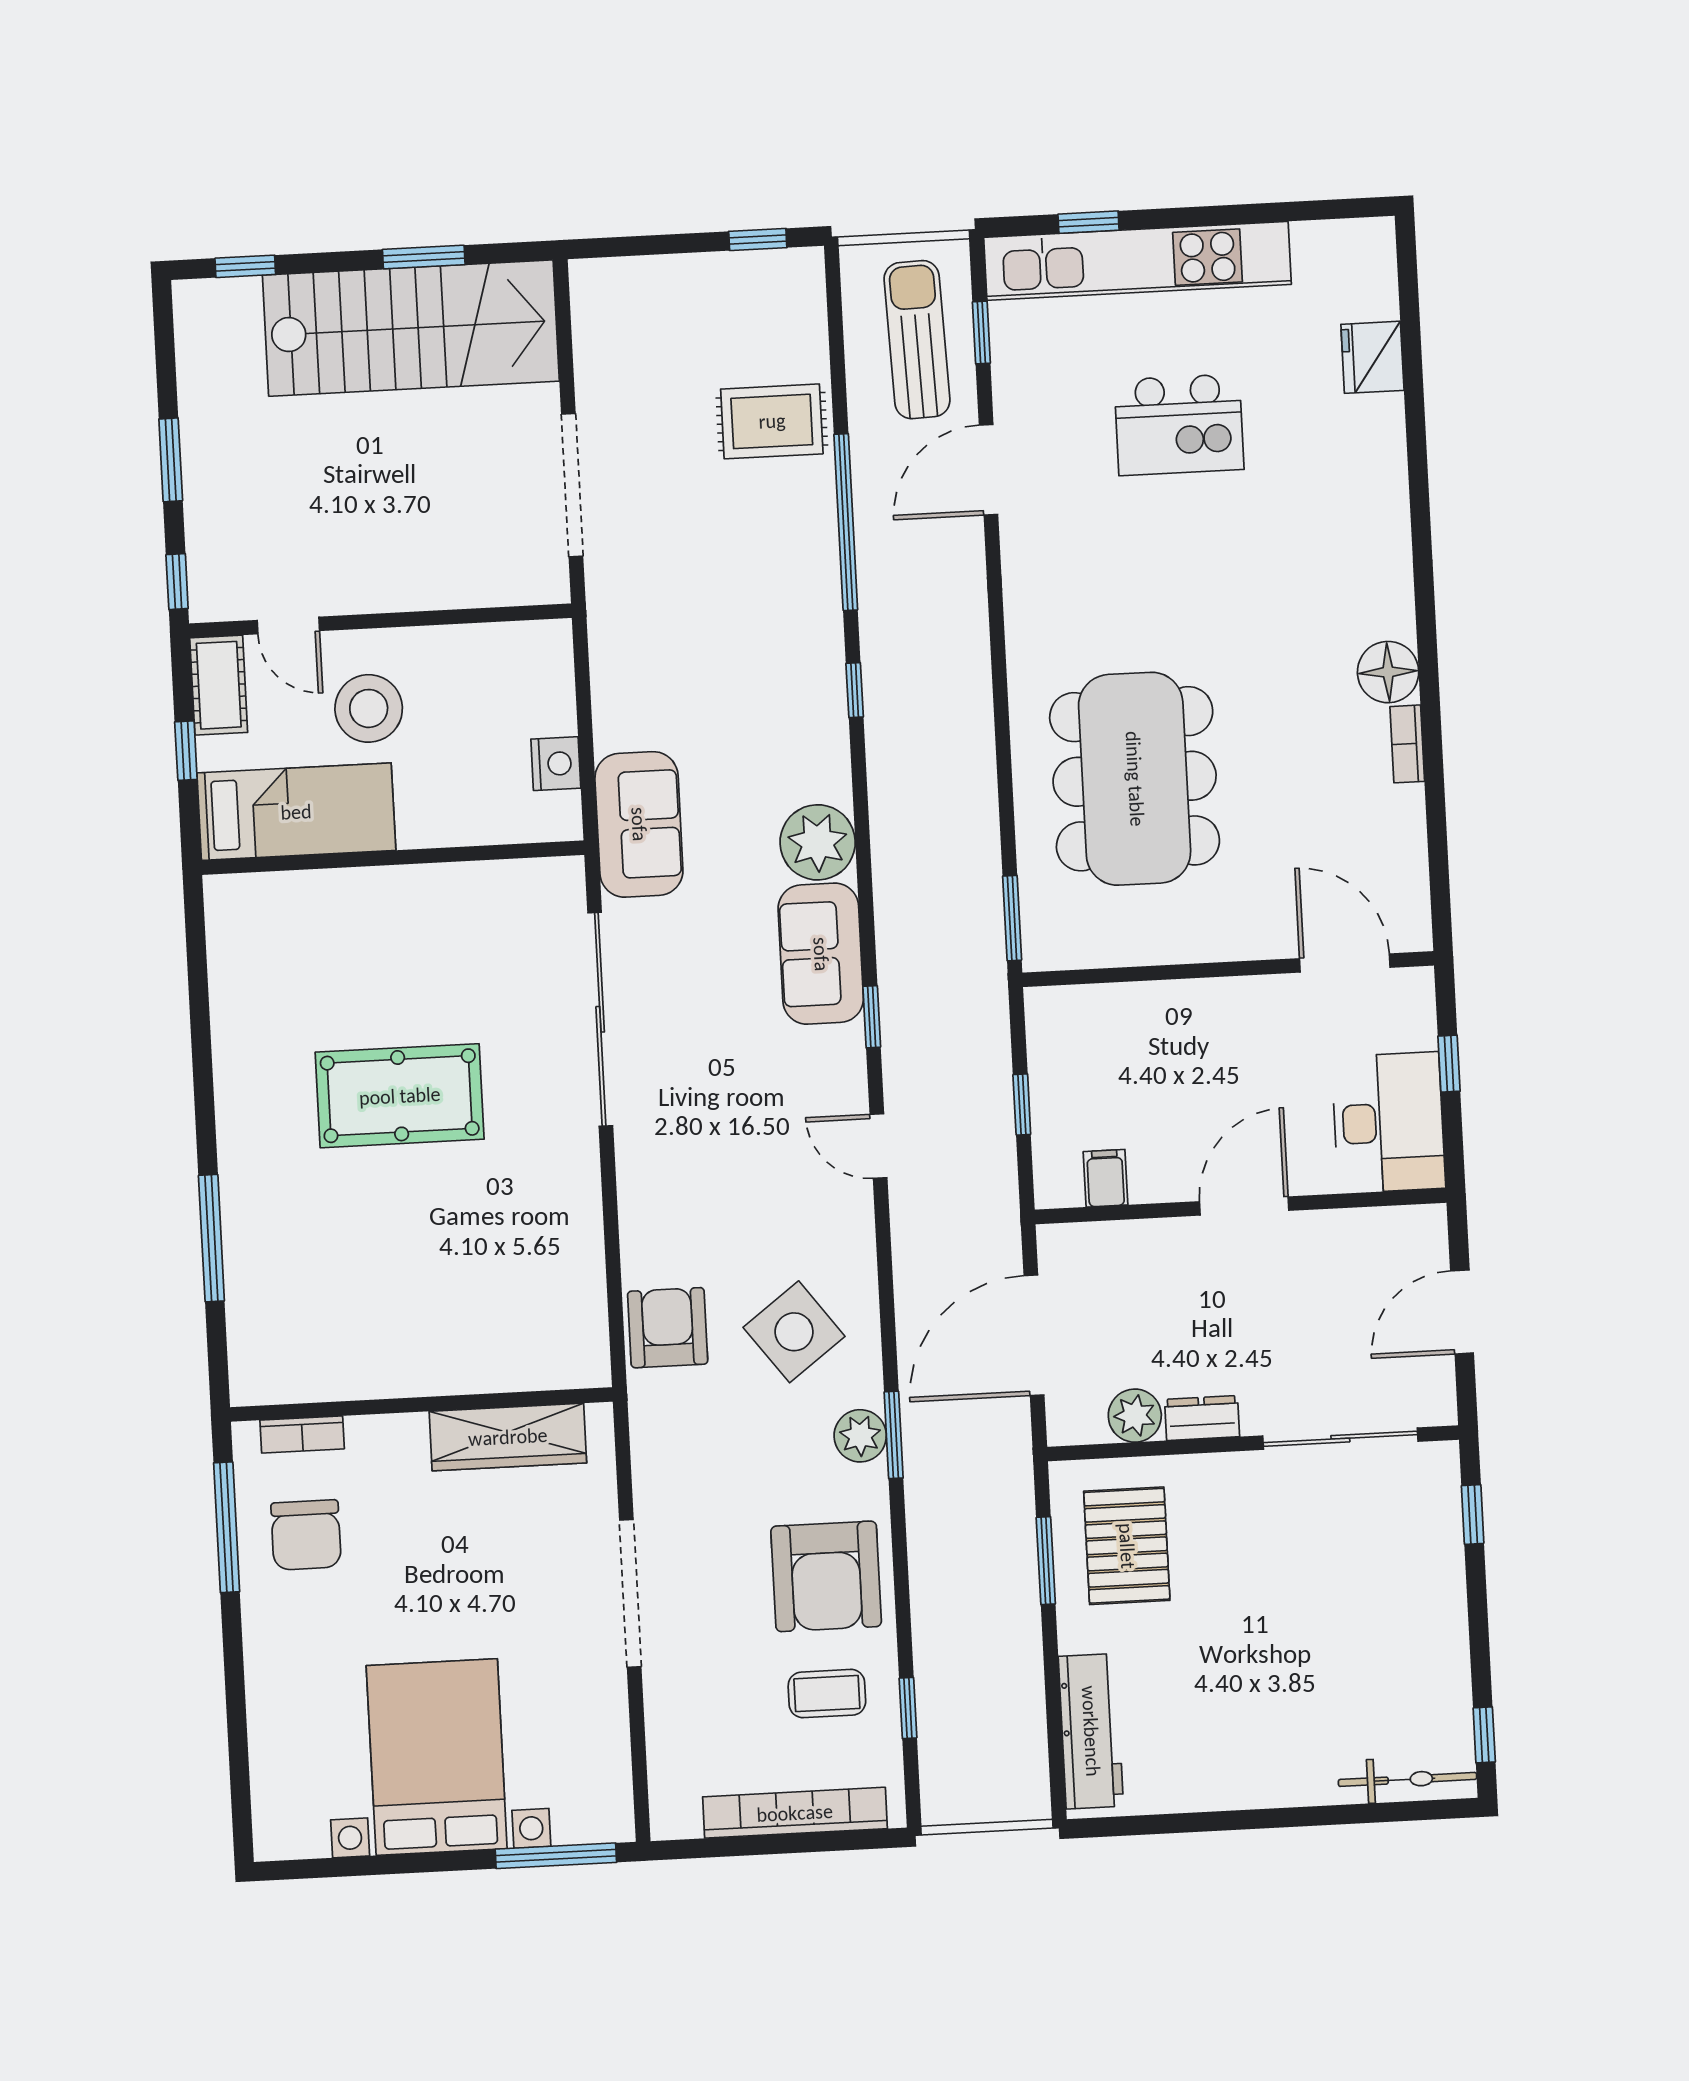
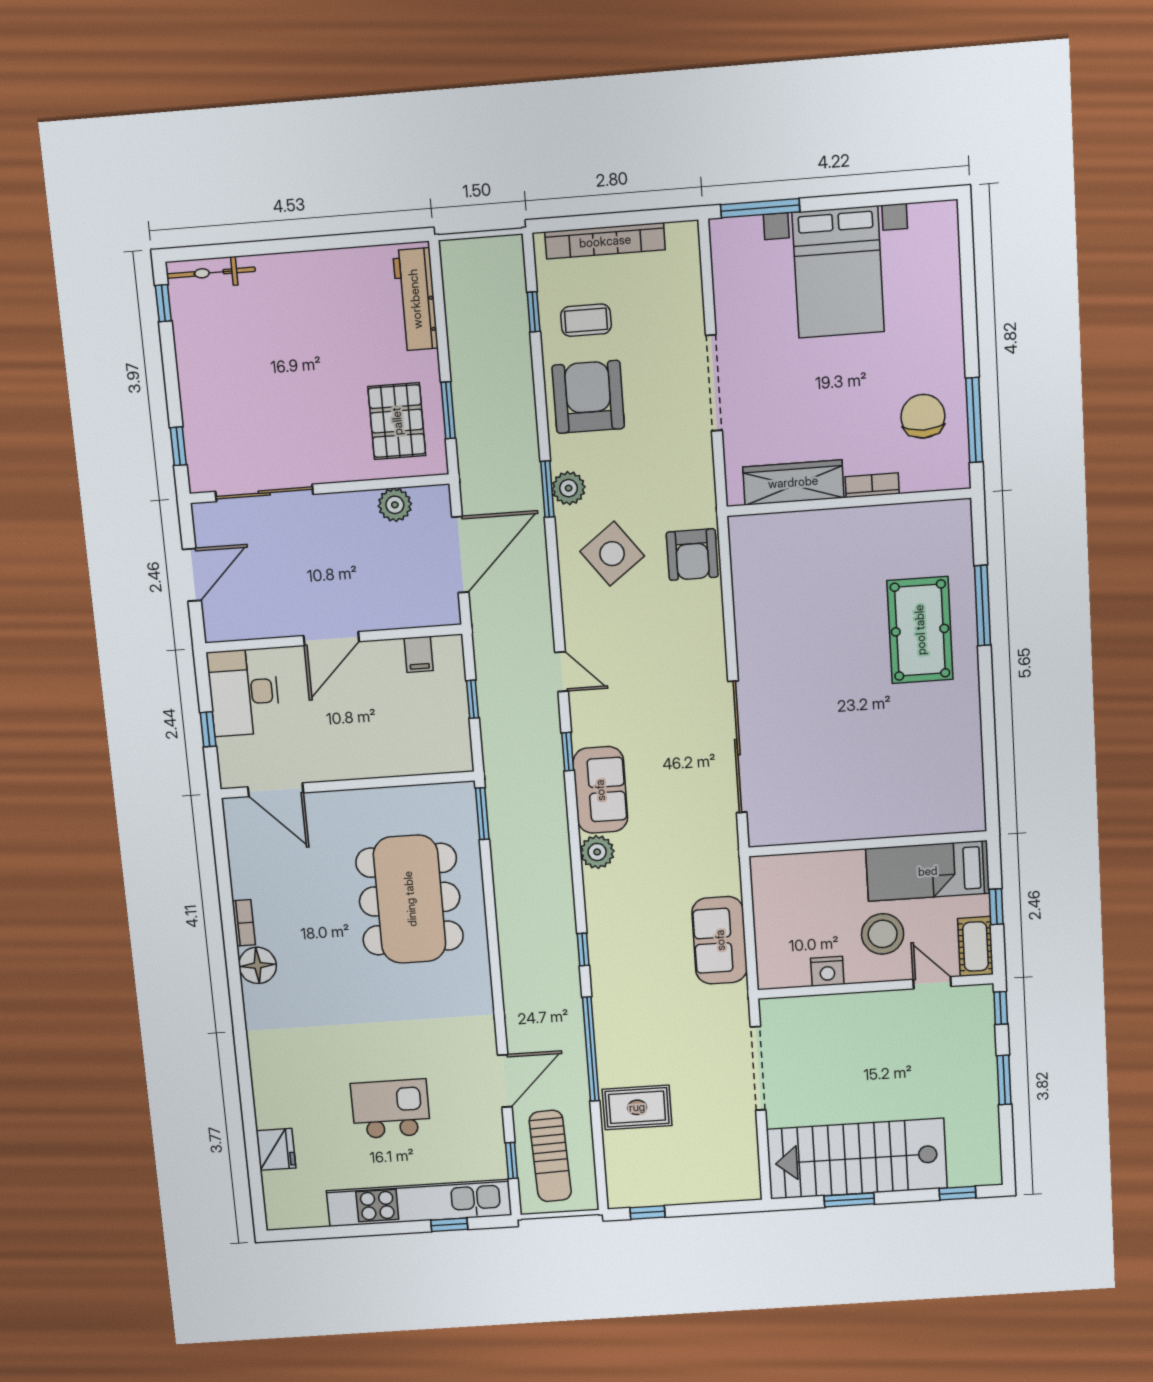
nightstand: (556, 764) -> (827, 971), moved, turned -90
sofa: (639, 824) -> (720, 940), moved
plant: (818, 842) -> (597, 852), width x0.73, depth x0.73
pool table: (400, 1096) -> (920, 630), moved, turned 90
dresser: (1202, 1418) -> (352, 504), removed
bookcase: (302, 1434) -> (872, 485), moved

